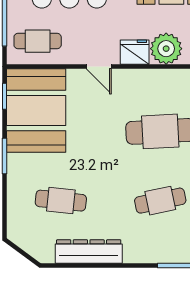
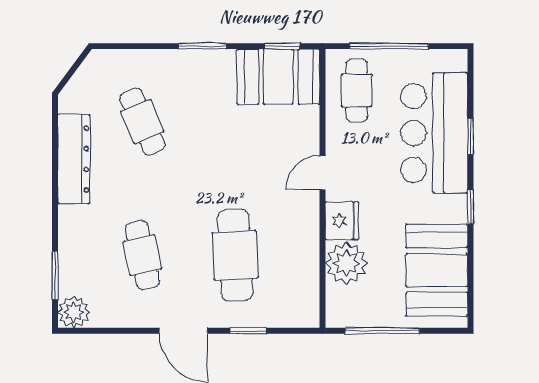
booth: (36, 110) -> (278, 77), width x0.73, depth x0.70
cafe table: (61, 201) -> (142, 122), turned -30

